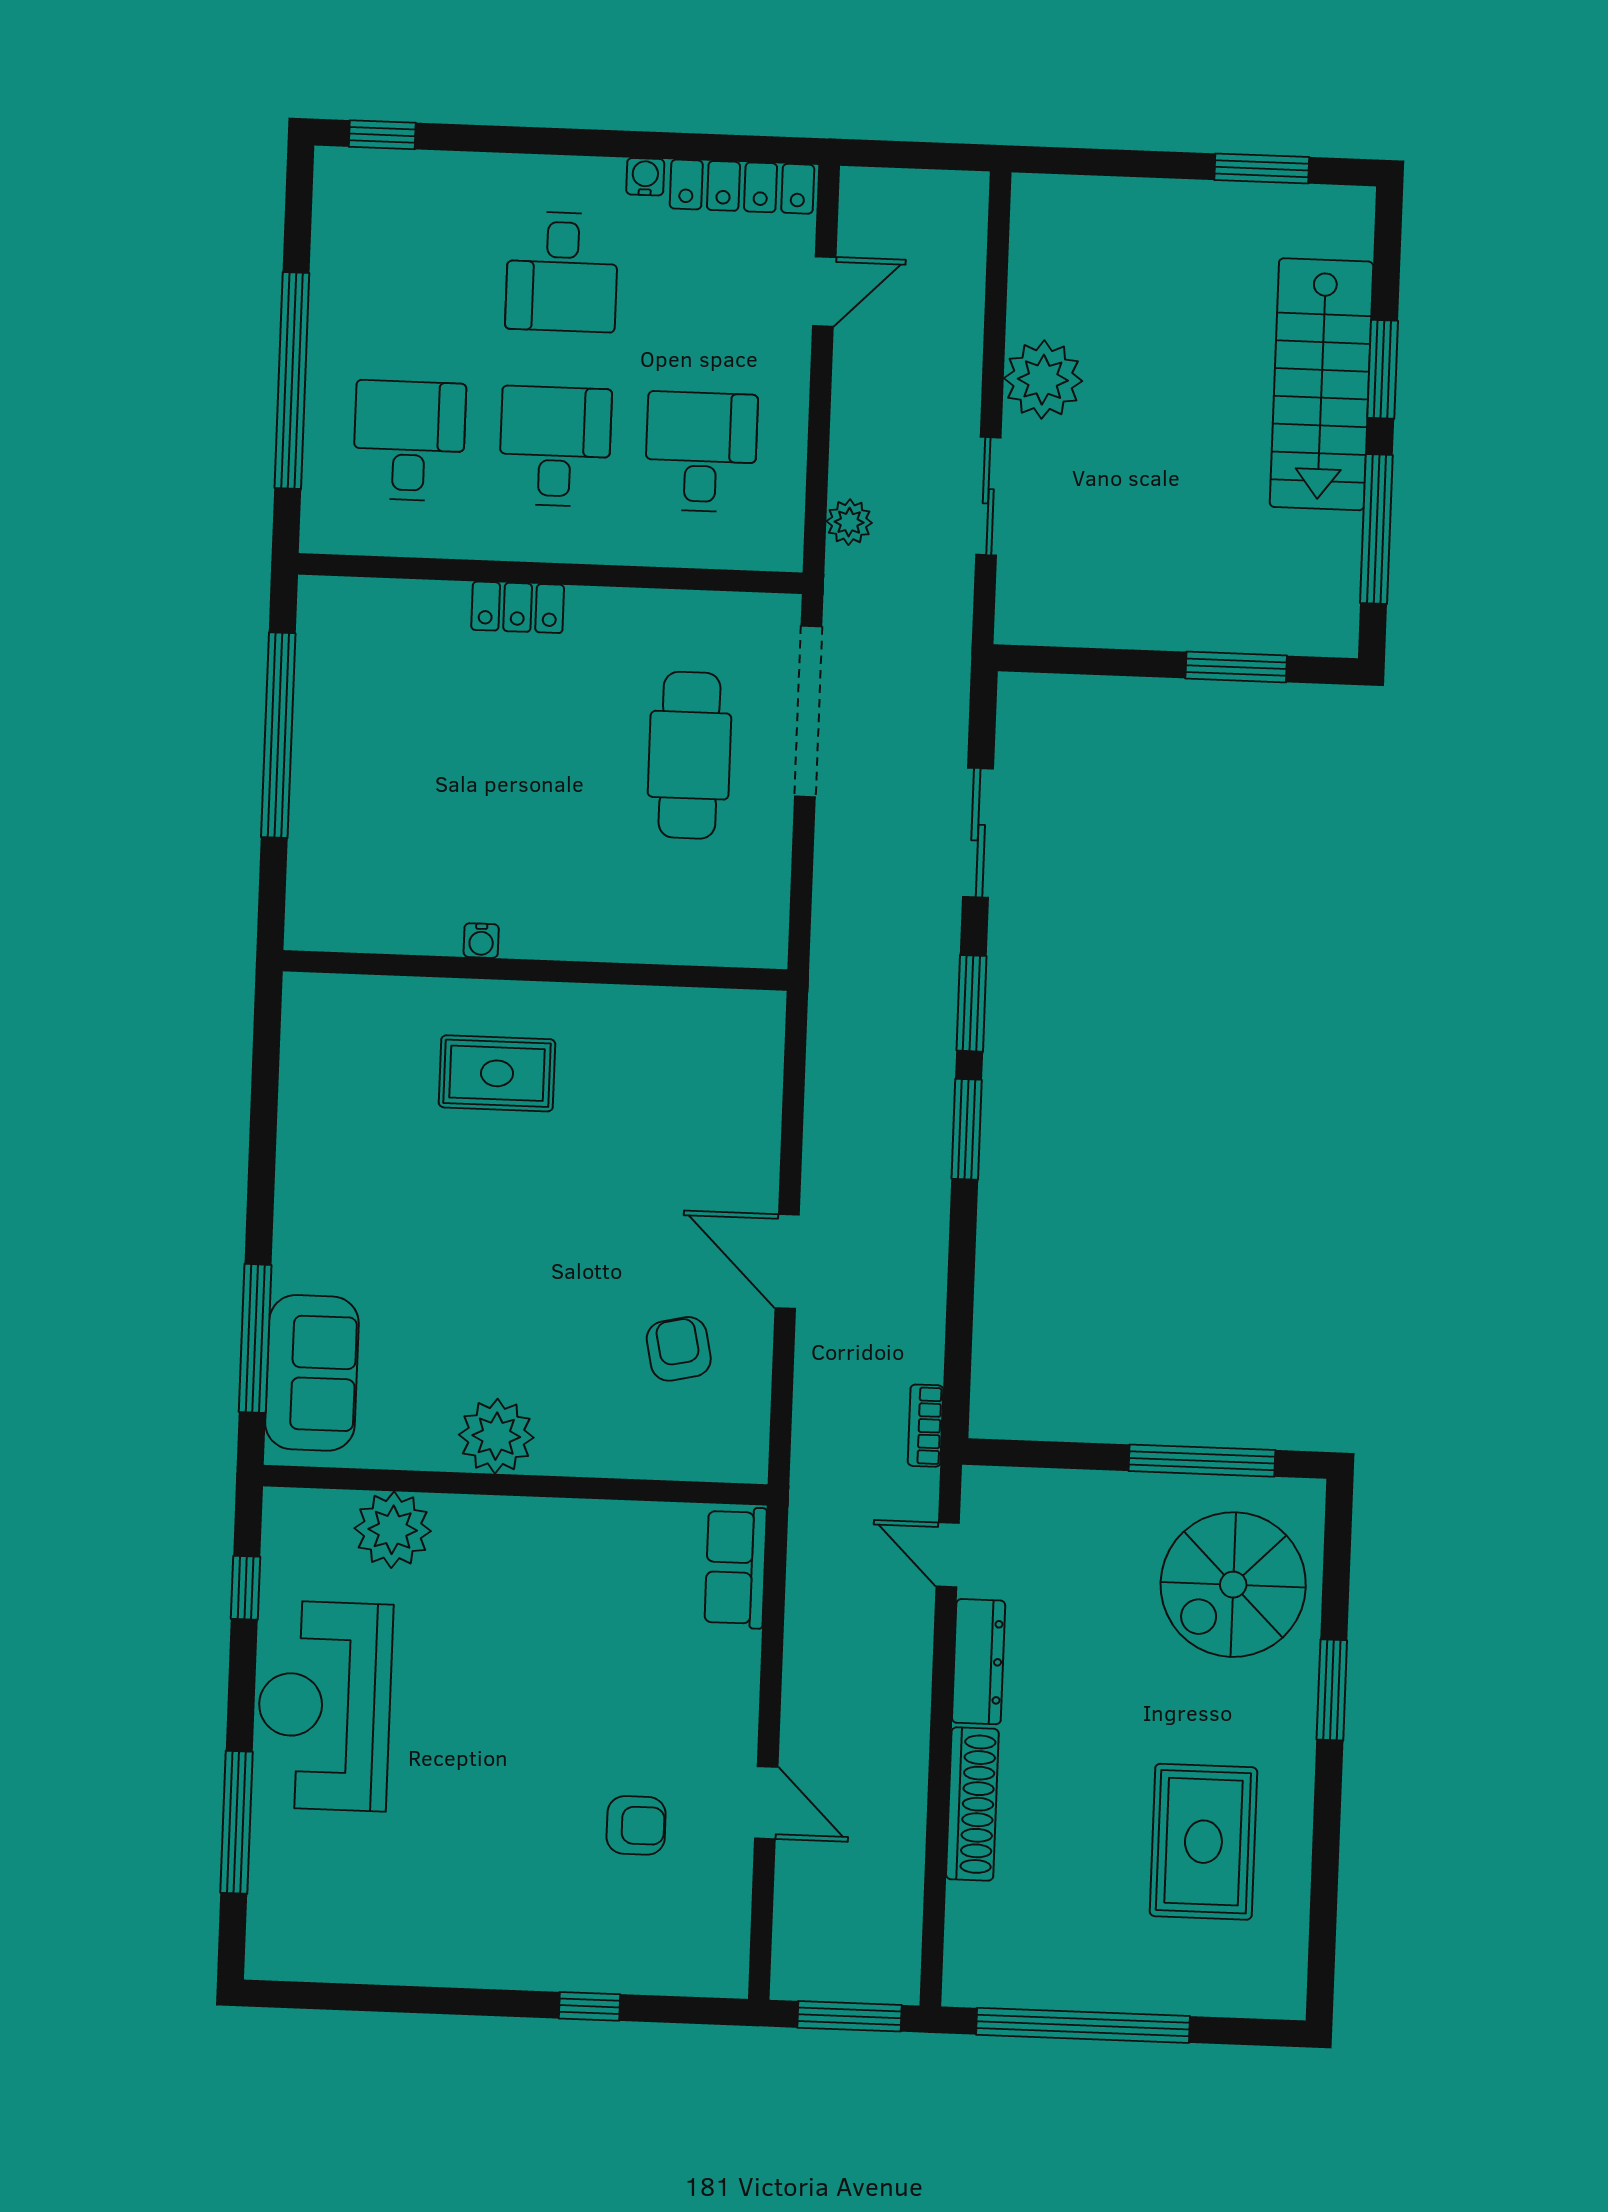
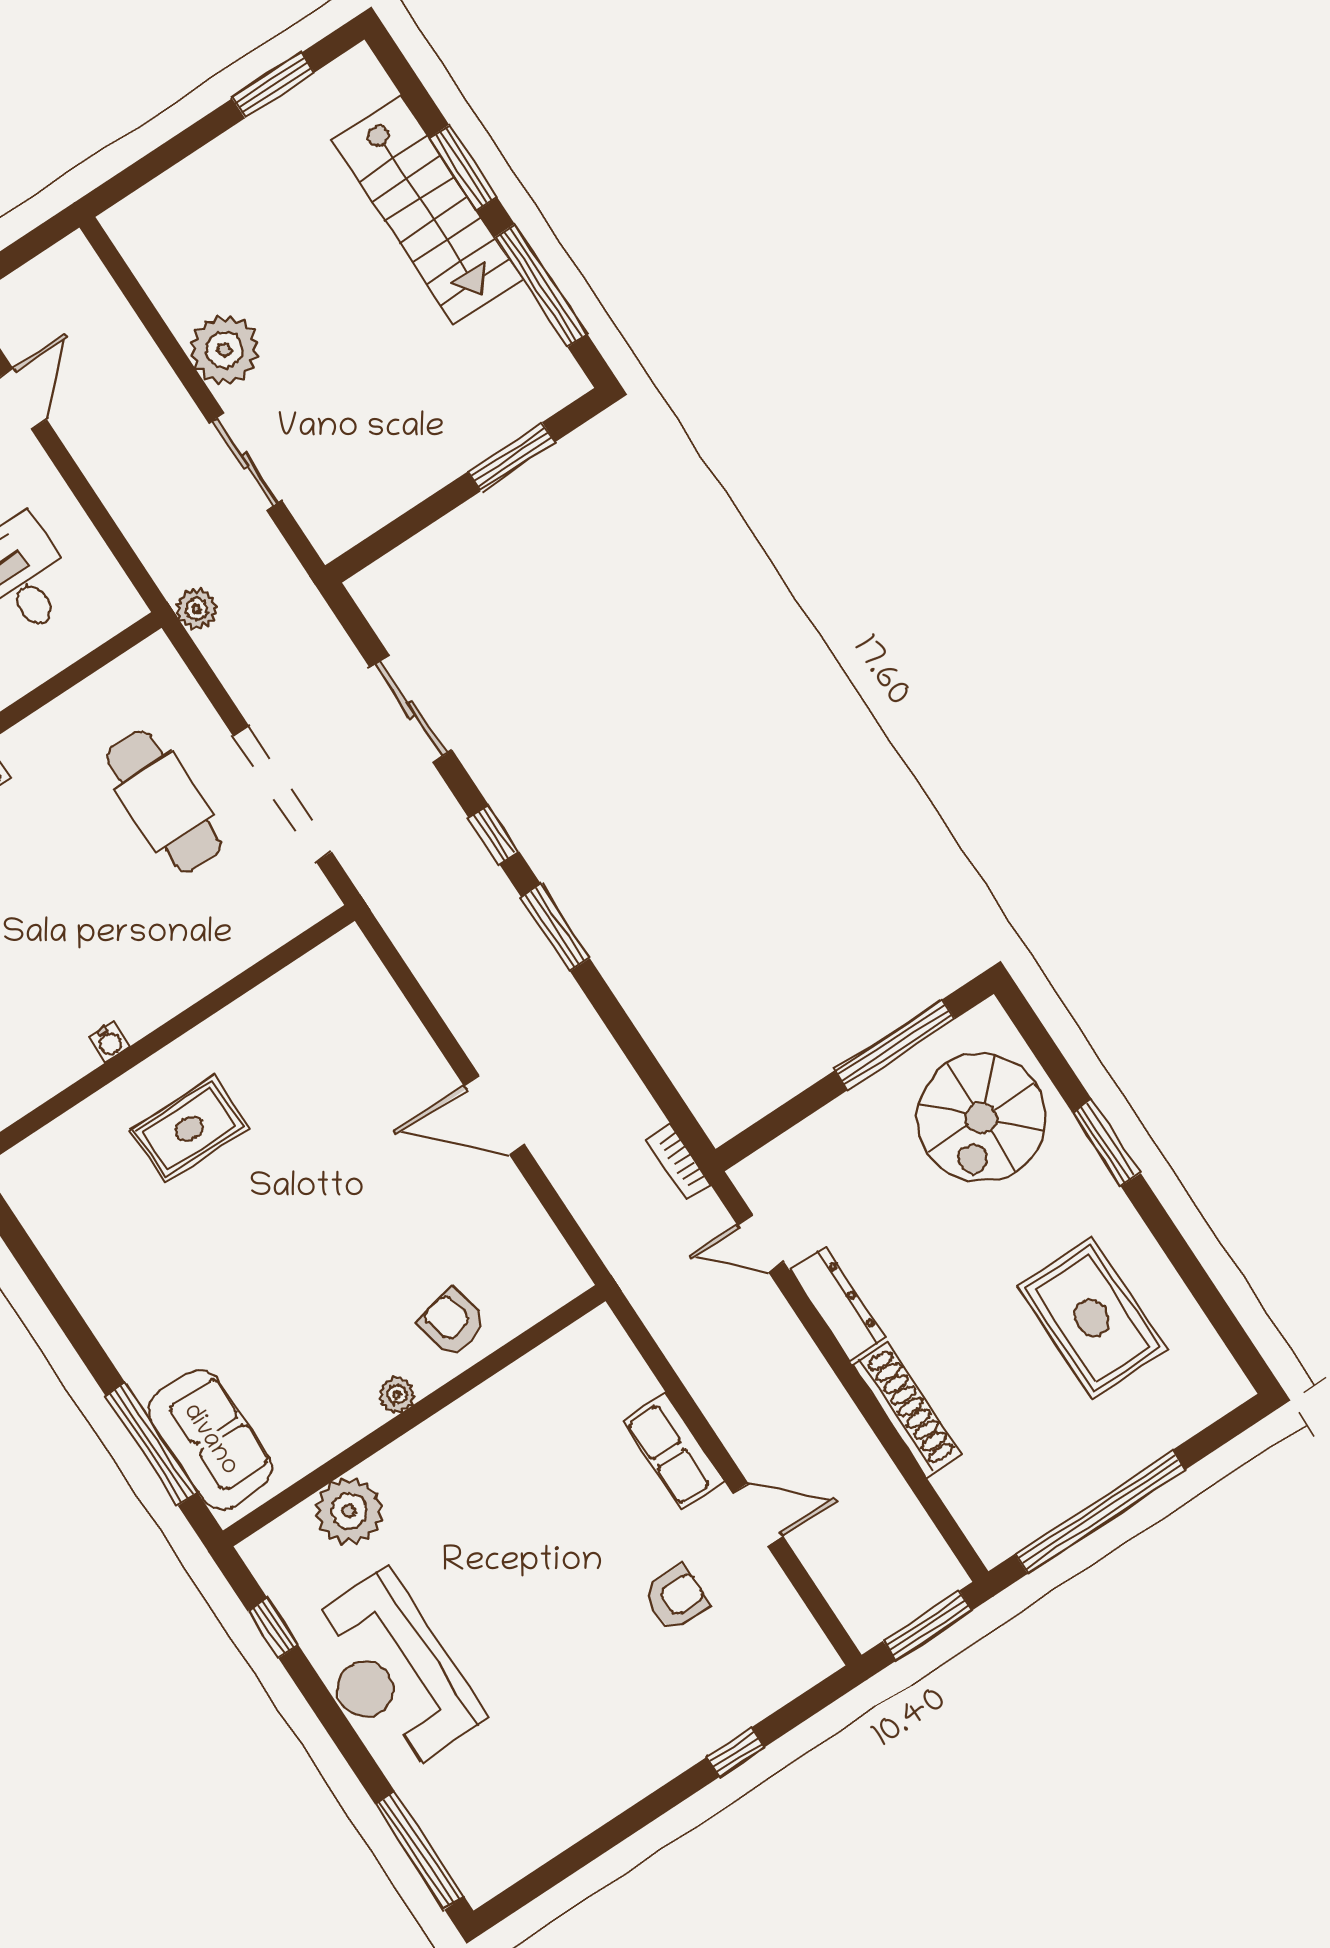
plant: (849, 522) -> (196, 609), moved
doorway: (808, 711) -> (282, 794), moved
window: (972, 1003) -> (494, 835), width x0.67
armchair: (679, 1349) -> (452, 1323), moved
plant: (496, 1436) -> (397, 1395), width x0.53, depth x0.53
row of seats: (736, 1567) -> (674, 1451), moved
window: (236, 1822) -> (420, 1850), moved

